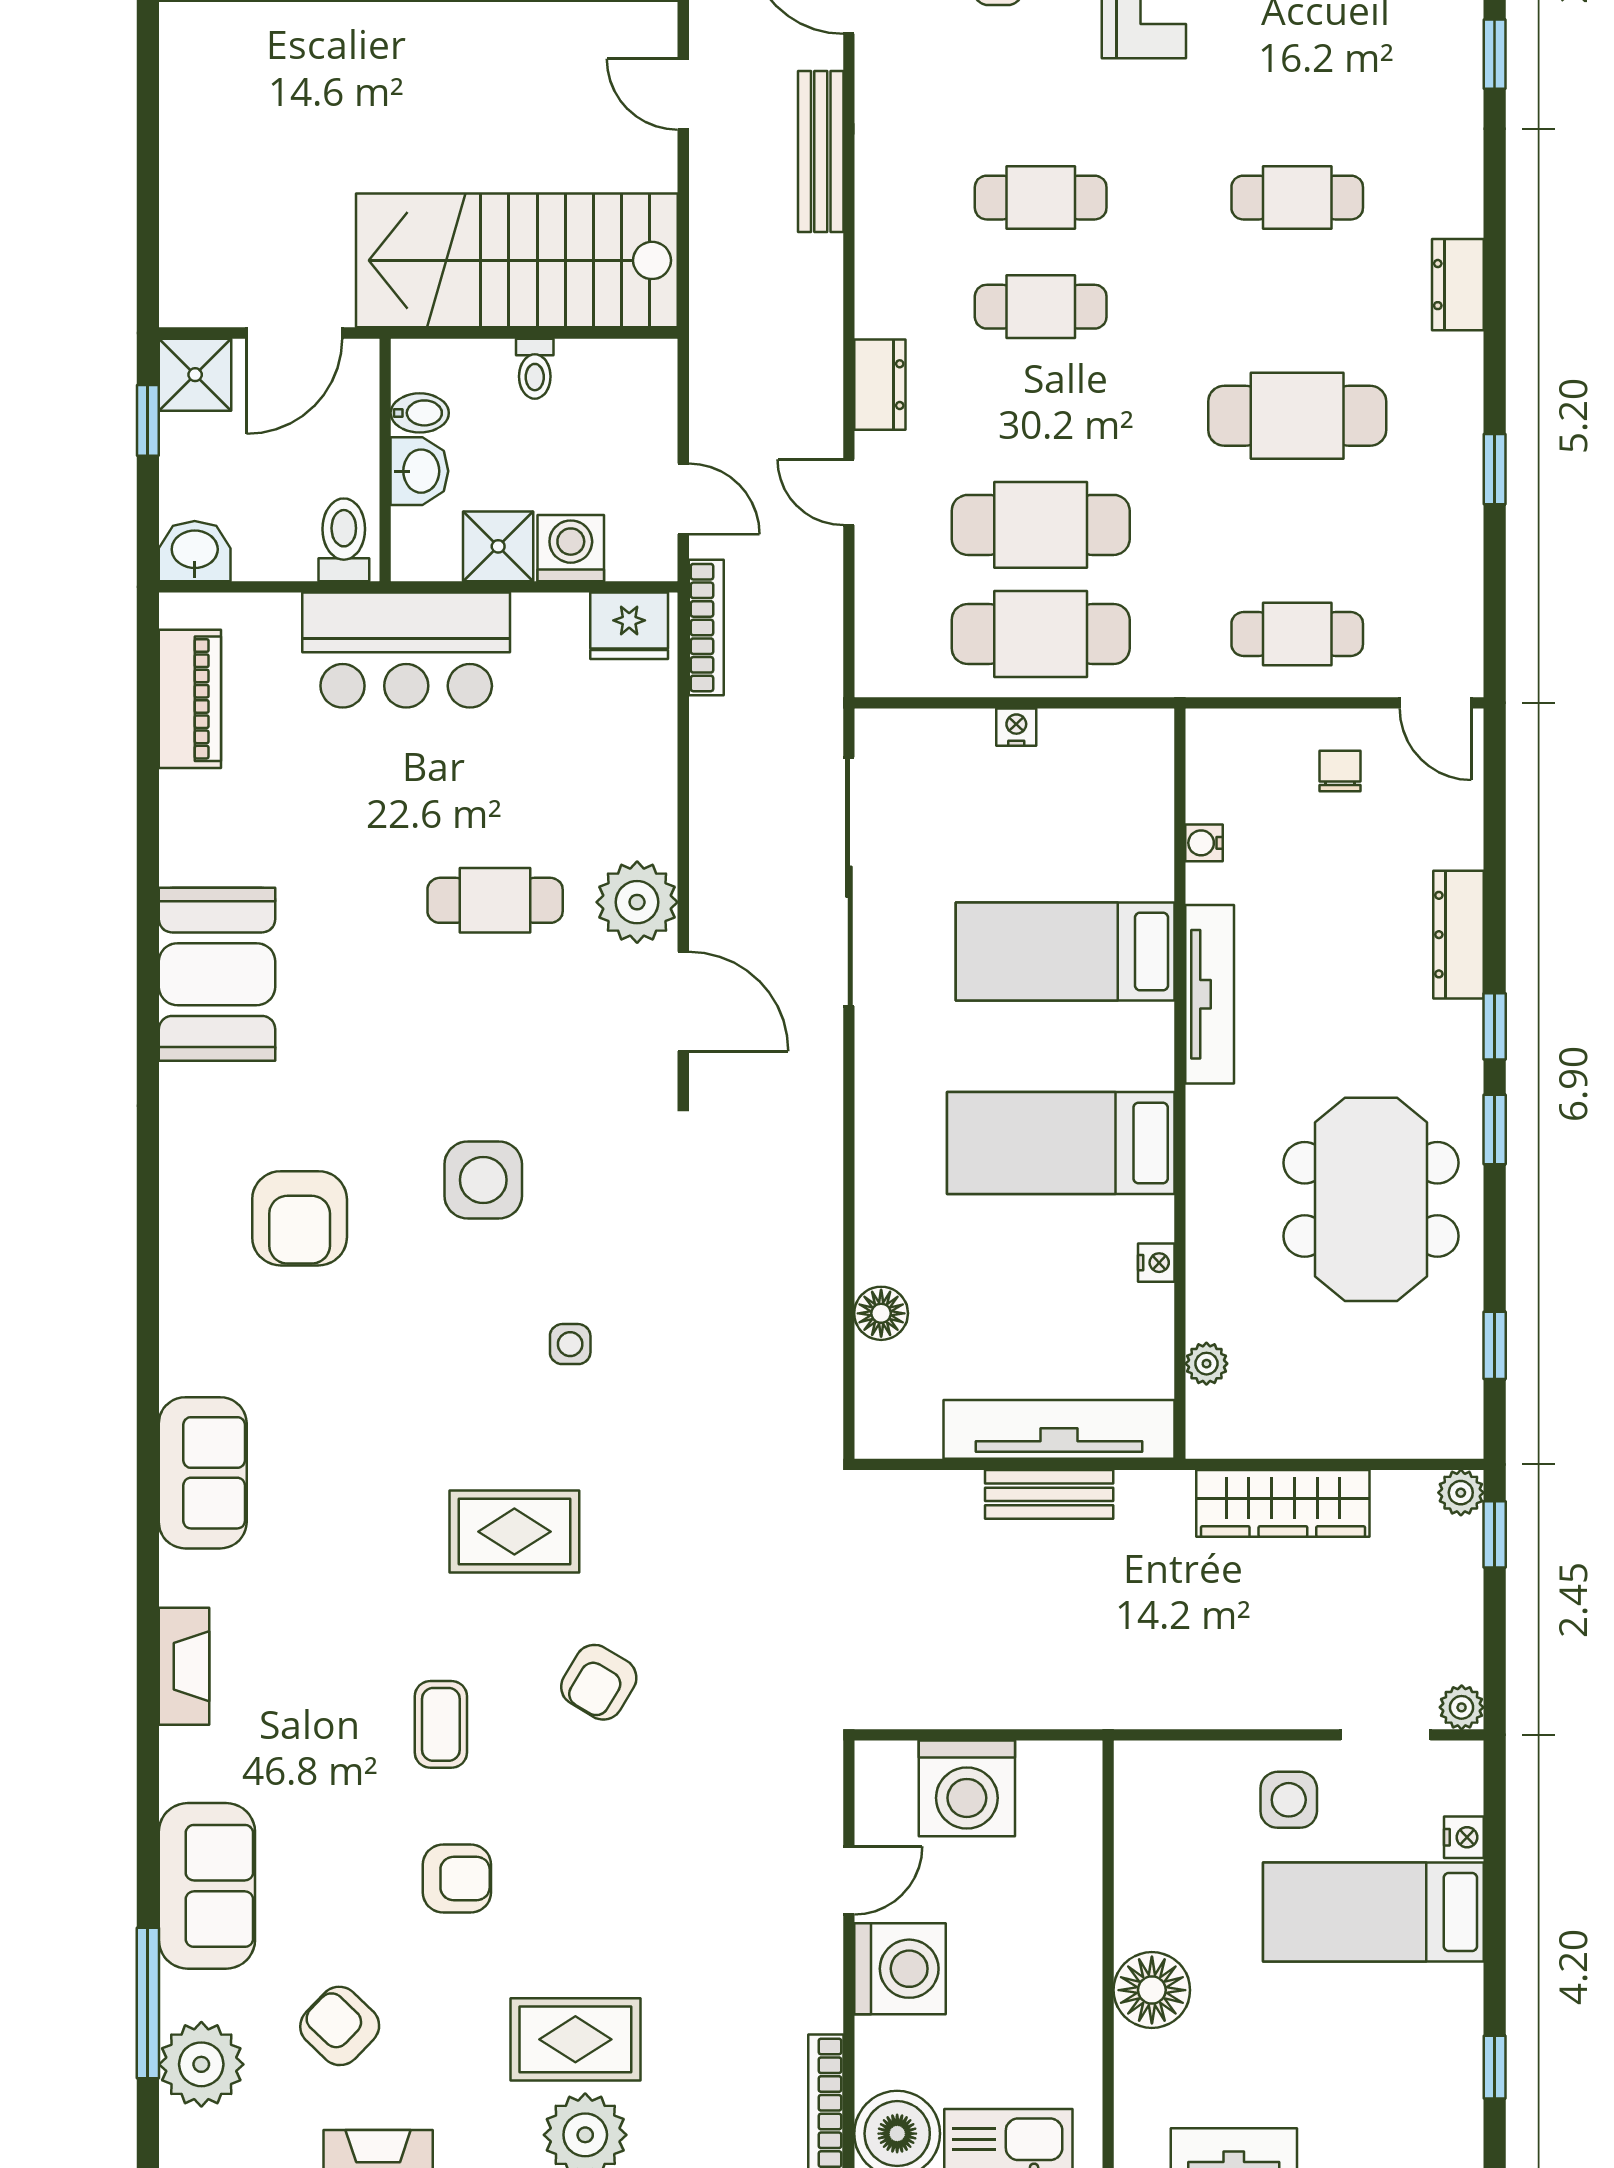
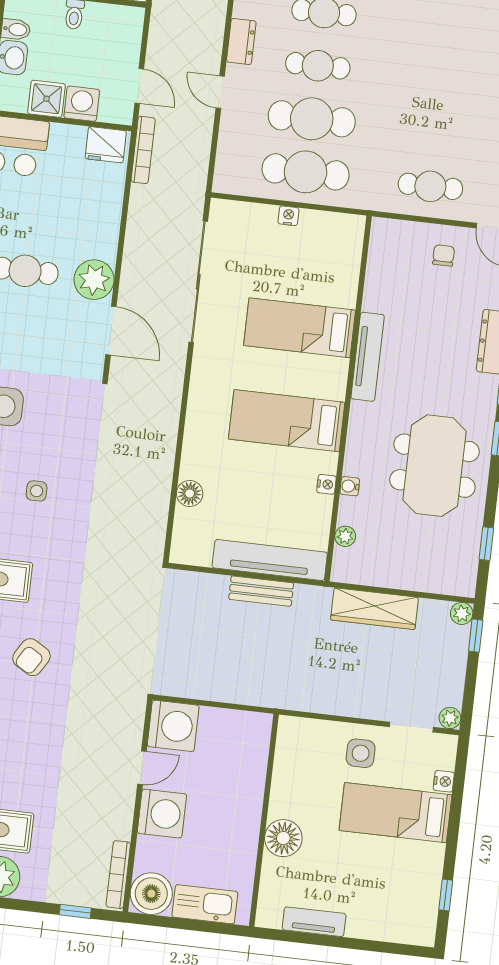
cafe table: (1297, 416) -> (318, 66), moved, width x0.73, depth x0.74
water cooler: (1204, 843) -> (350, 486), moved
washing machine: (967, 1788) -> (173, 726), moved, turned -90

